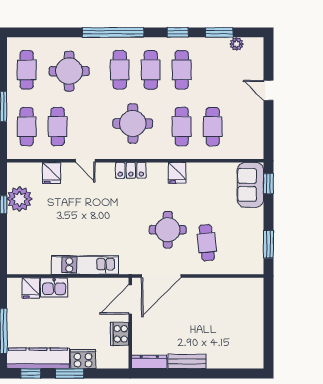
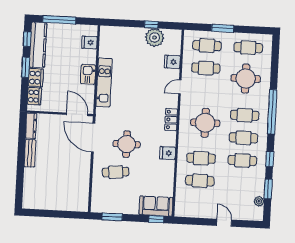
door: (268, 90) -> (224, 223), hinge flipped
kitchen sink: (54, 287) -> (88, 74), moved
cooker: (120, 334) -> (34, 96), moved, turned 90

